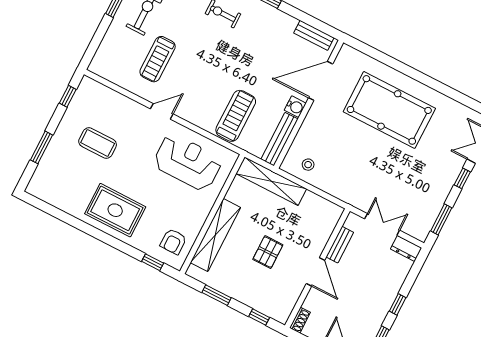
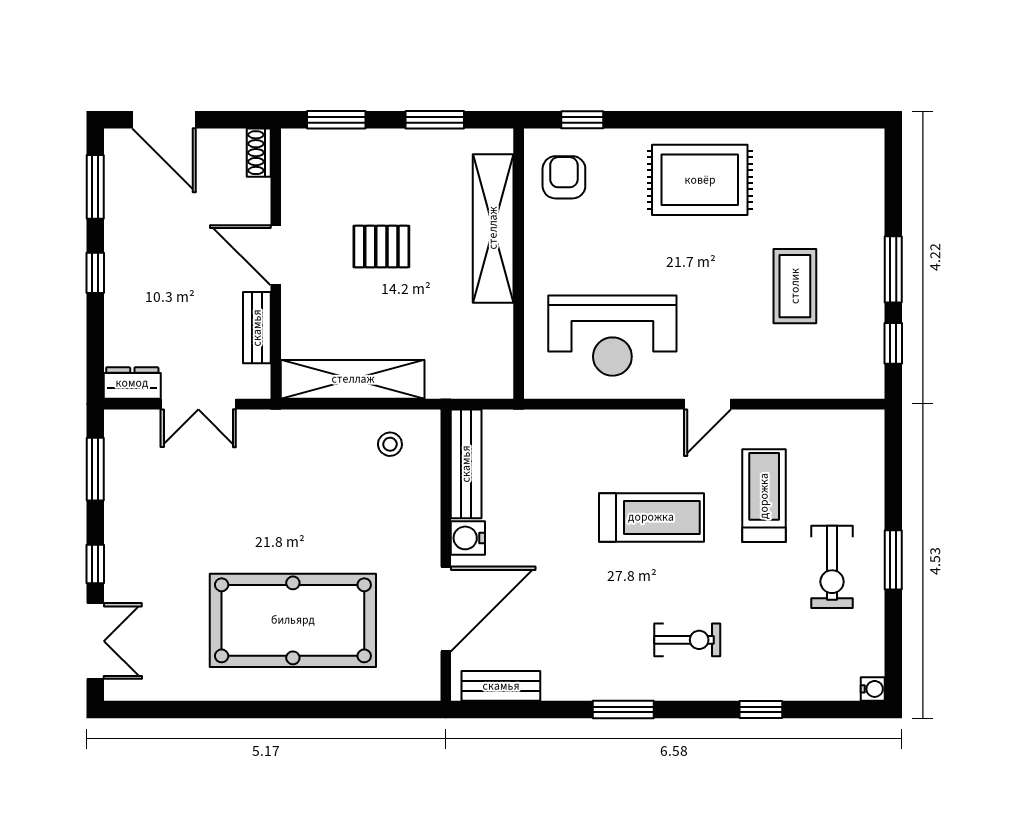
treadmill: (236, 116) -> (651, 517), moved, turned -90
coffee table: (98, 143) -> (795, 286), turned 90
window: (41, 147) -> (893, 269), moved
shelving: (271, 181) -> (353, 379), moved
pallet: (268, 252) -> (381, 247), turned 90
window: (259, 317) -> (336, 120), width x1.50

